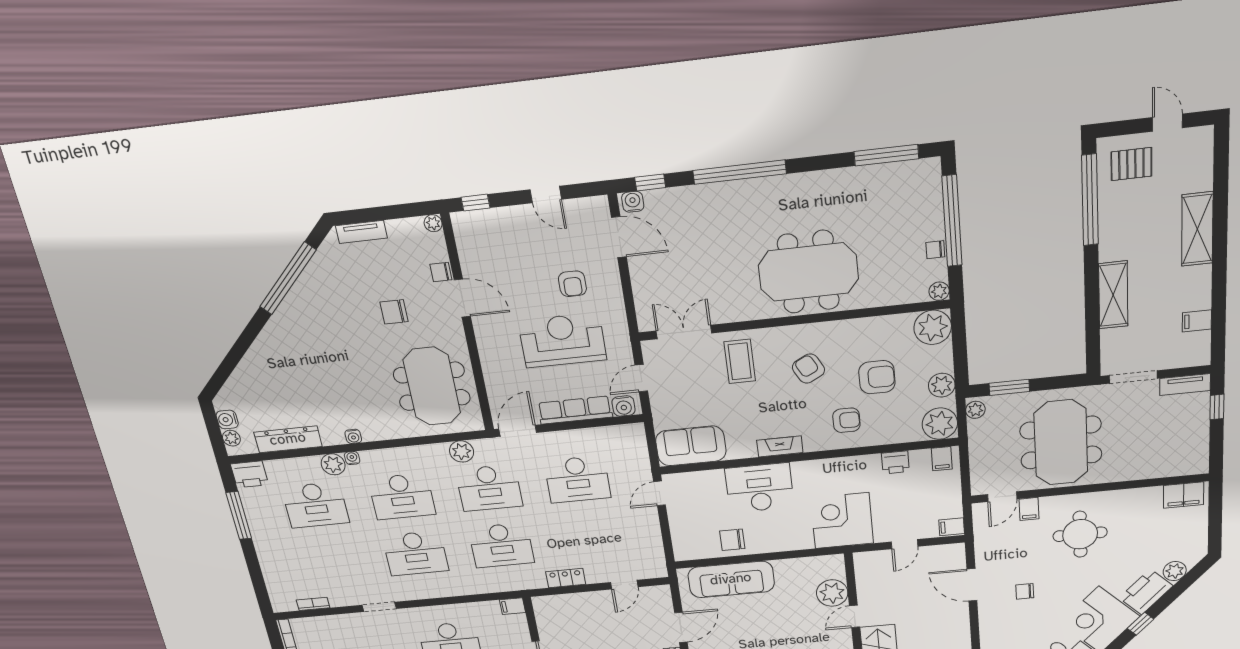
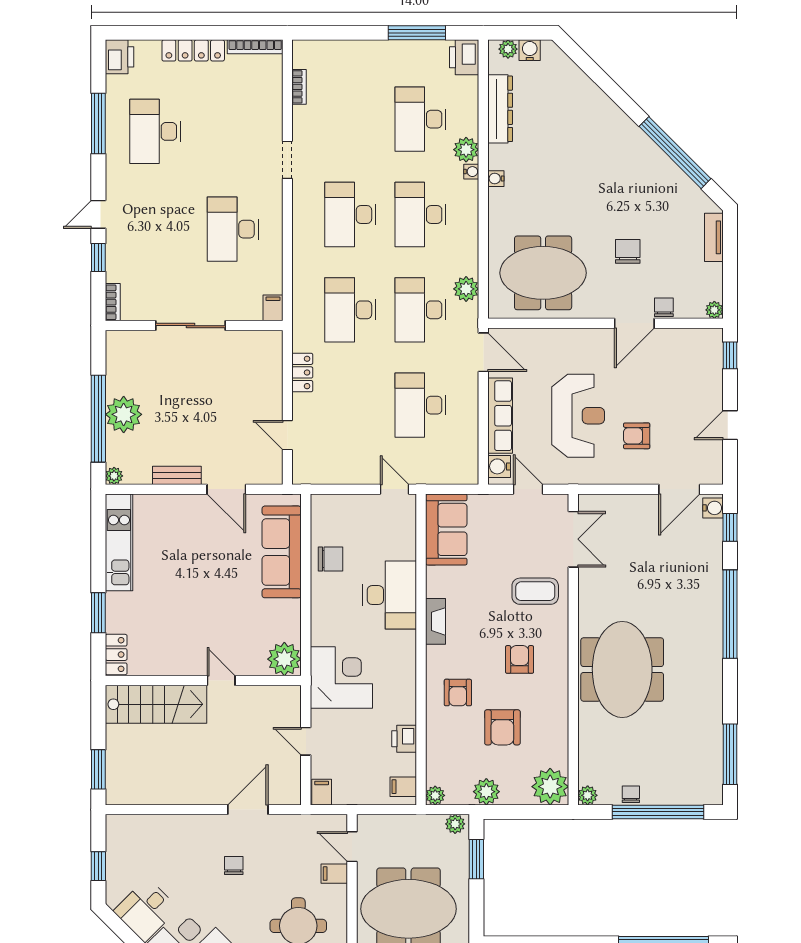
armchair: (808, 369) -> (520, 659), turned -62
plant: (940, 424) -> (435, 795), width x0.53, depth x0.53
chair: (732, 540) -> (331, 559), turned 90
plant: (832, 593) -> (284, 659), moved

